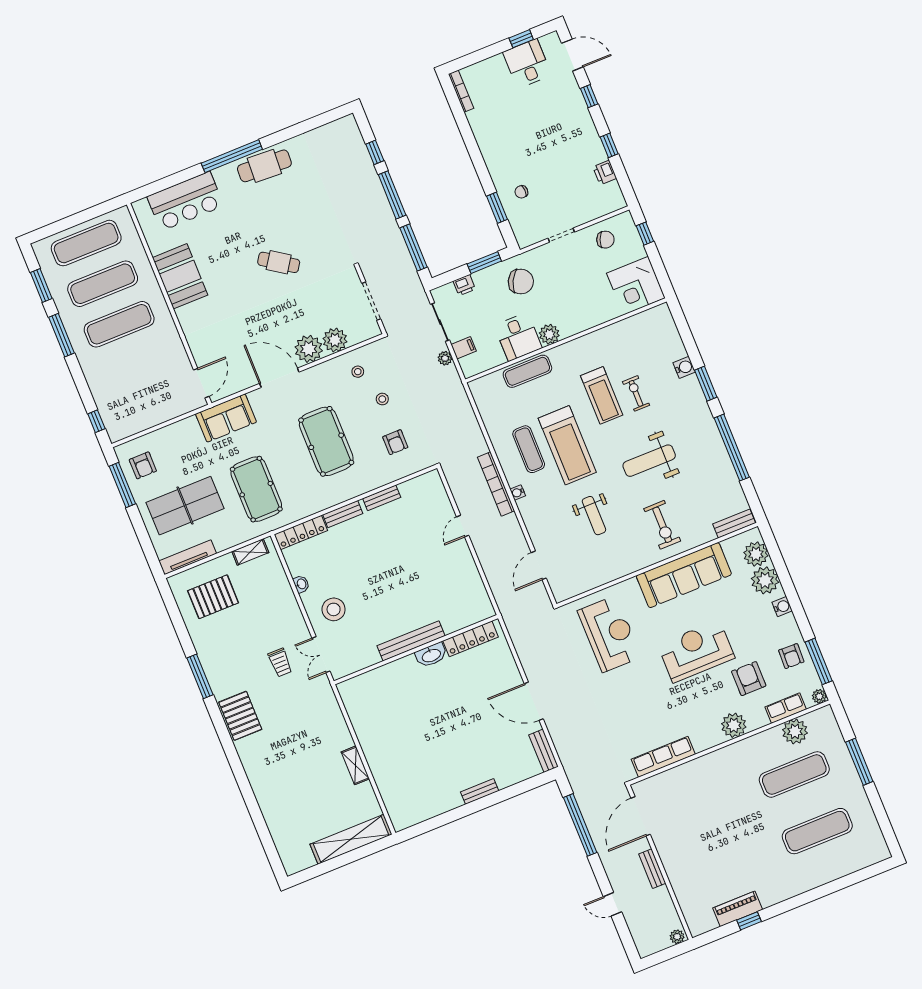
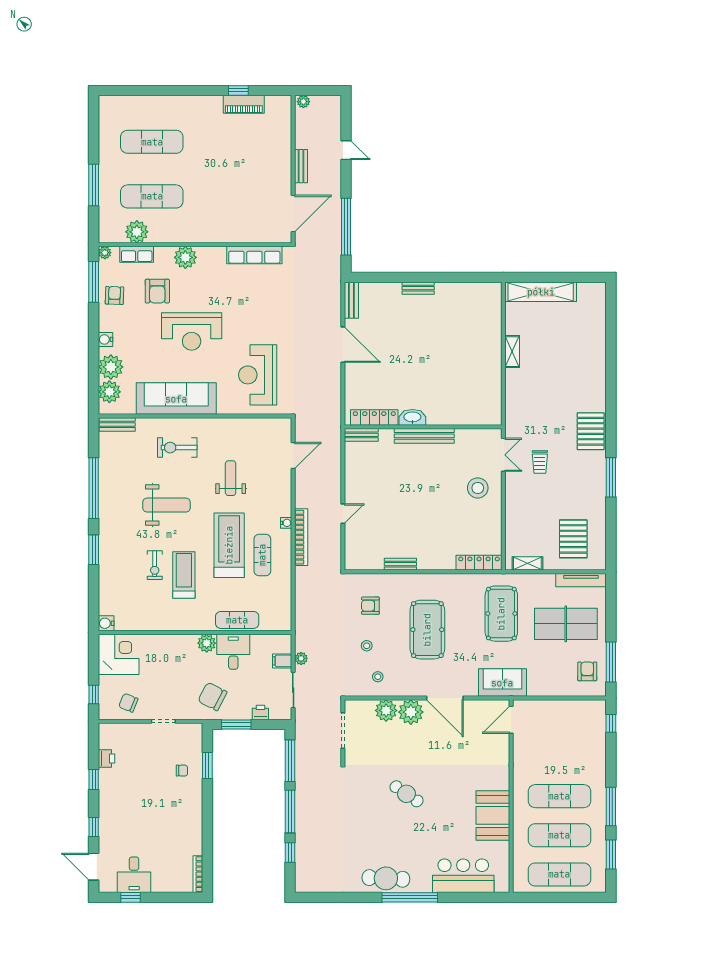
water cooler: (684, 367) -> (106, 623), moved
armchair: (395, 442) -> (370, 606), turned -90
bench: (343, 514) -> (361, 435), moved
exercise bike: (662, 525) -> (177, 448), turned -90
washbasin: (301, 584) -> (496, 520), removed
pallet: (213, 597) -> (573, 539), turned 90
trolley: (280, 662) -> (540, 462), turned 180

